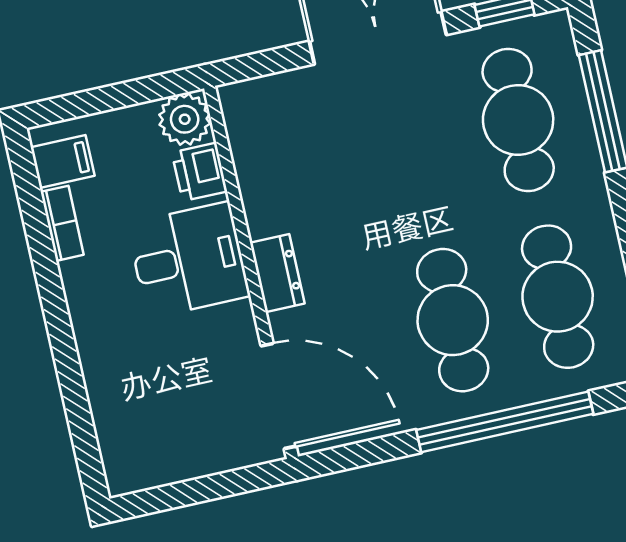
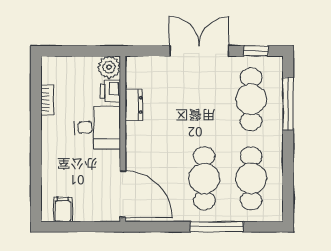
filing cabinet: (63, 162) -> (63, 210), moved, turned -90
dresser: (277, 273) -> (134, 105), moved
window: (505, 422) -> (217, 227), width x0.68

